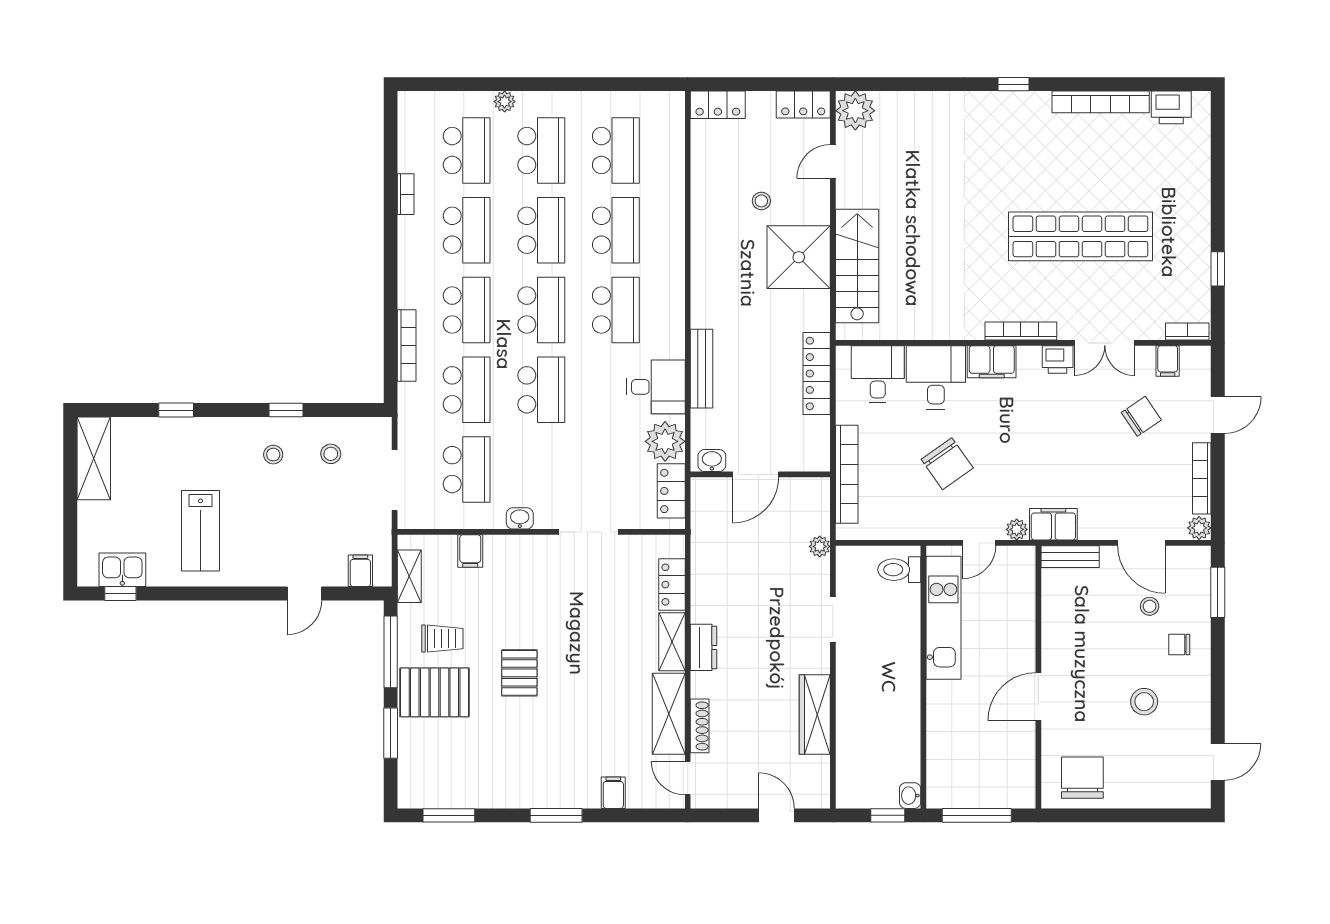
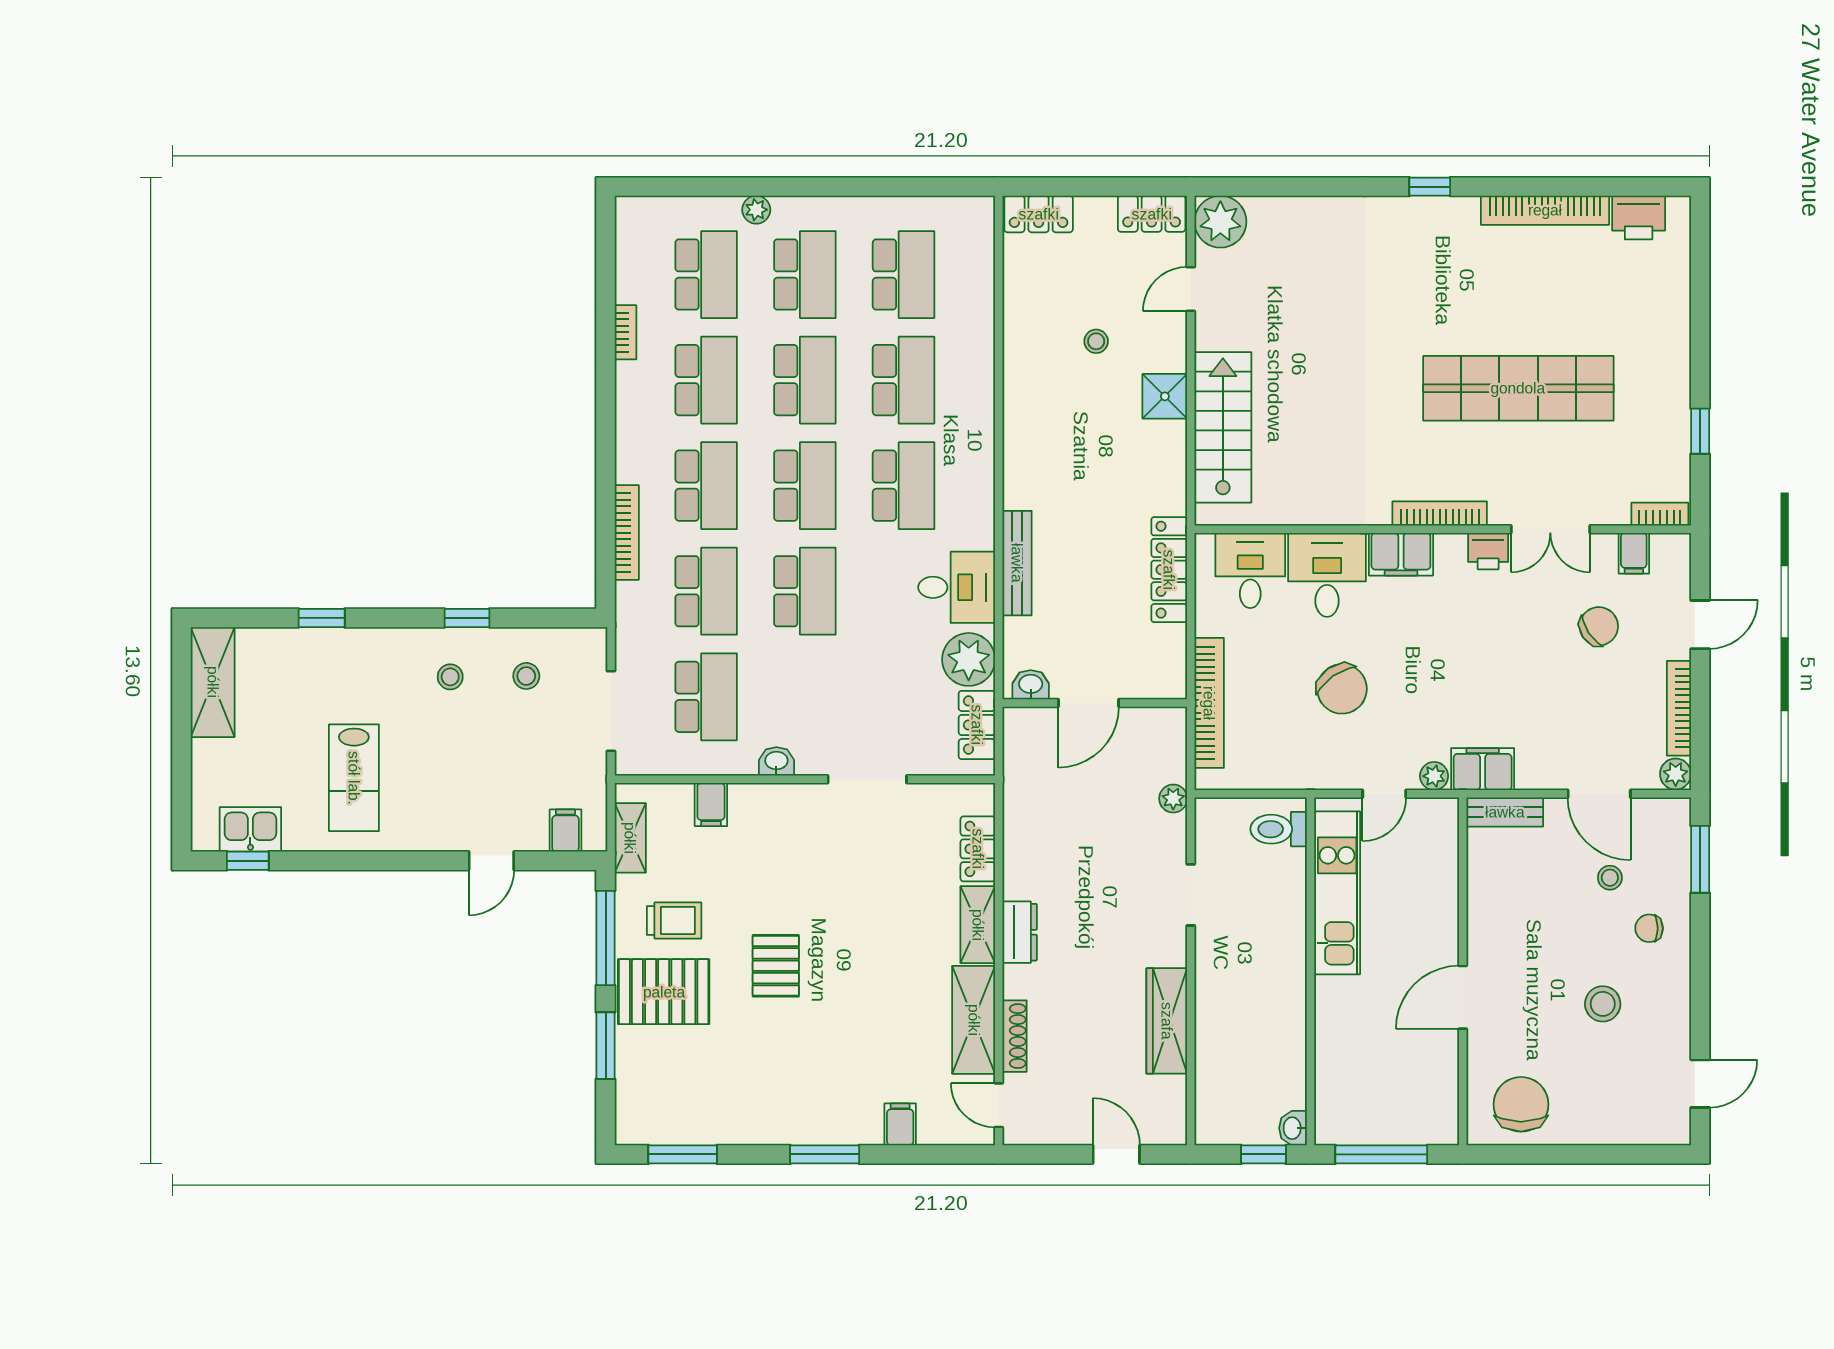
shower: (799, 257) -> (1165, 396), width x0.54, depth x0.54

